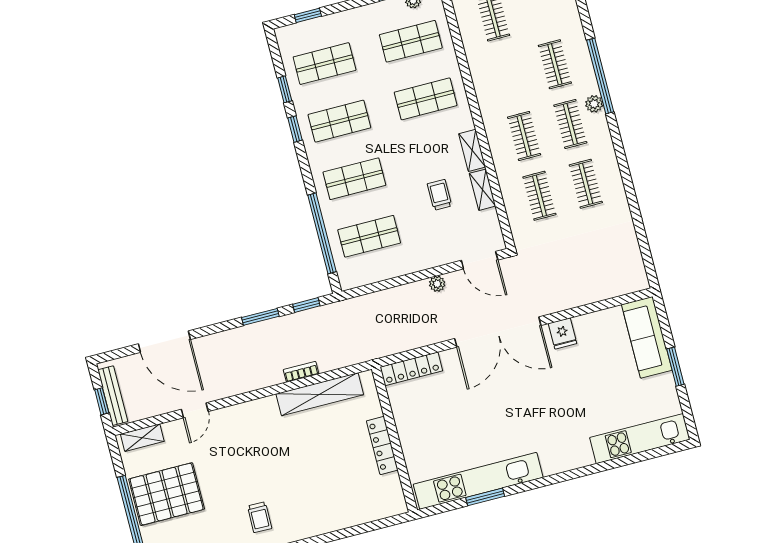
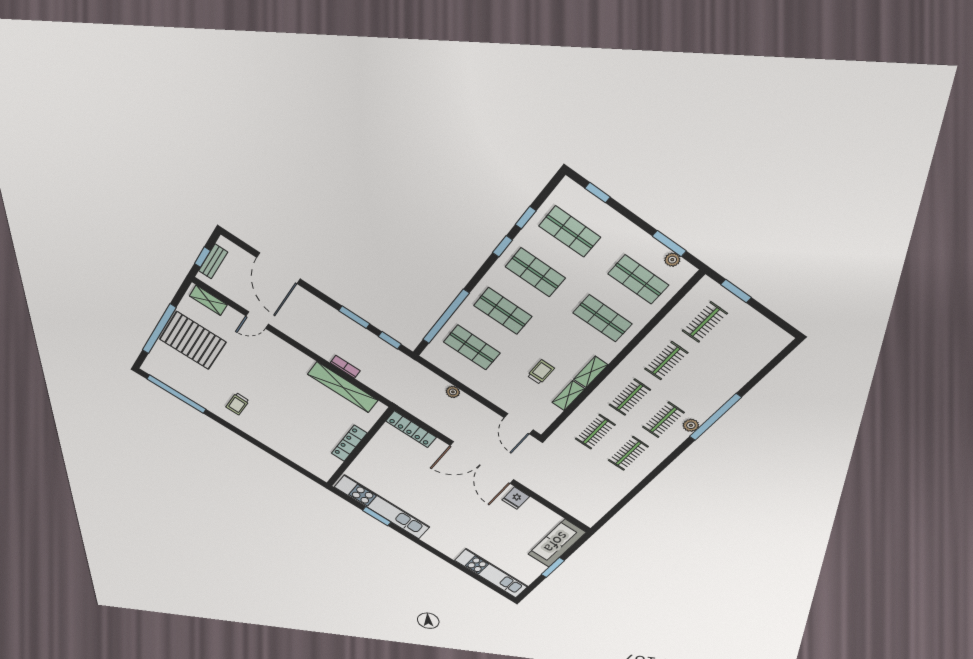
clothes rail: (555, 64) -> (666, 361), moved
plant: (437, 284) -> (453, 392), moved
bench: (113, 396) -> (213, 262), width x0.73

